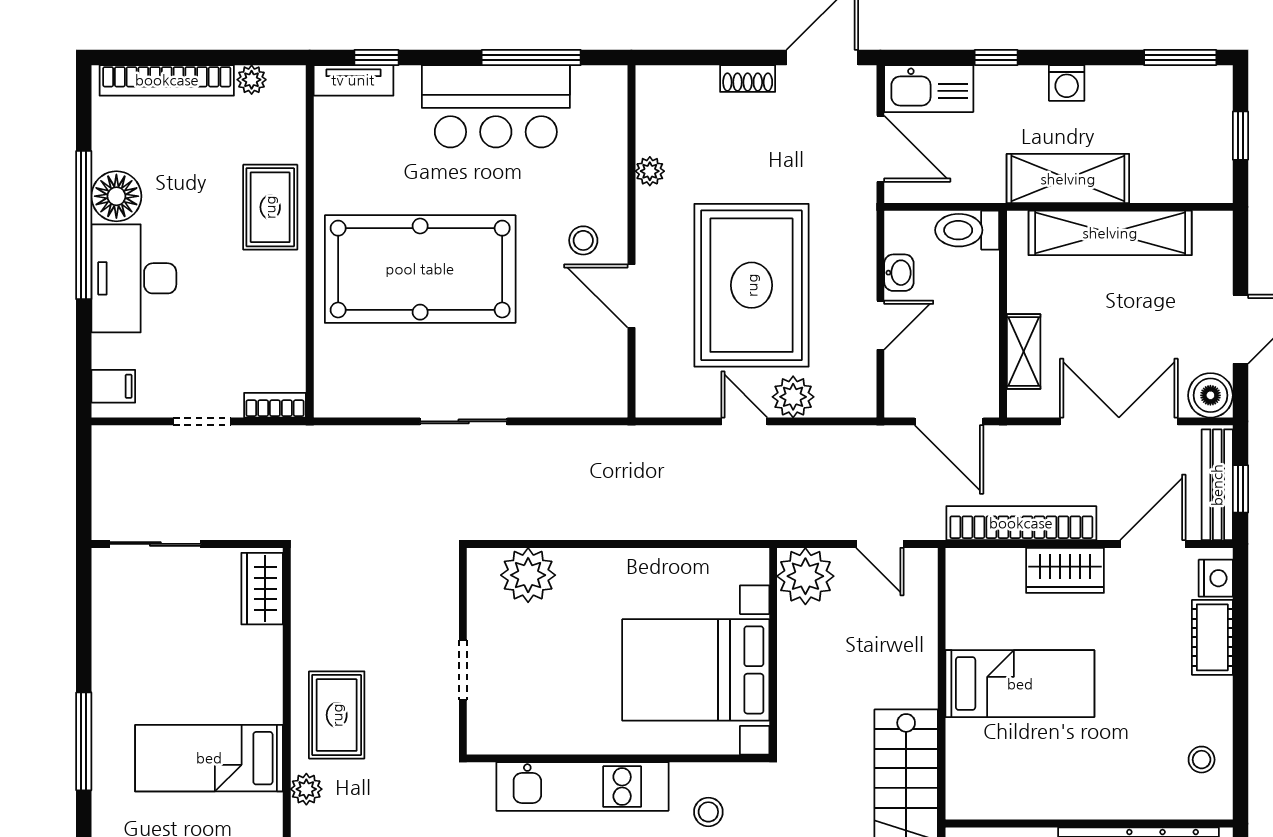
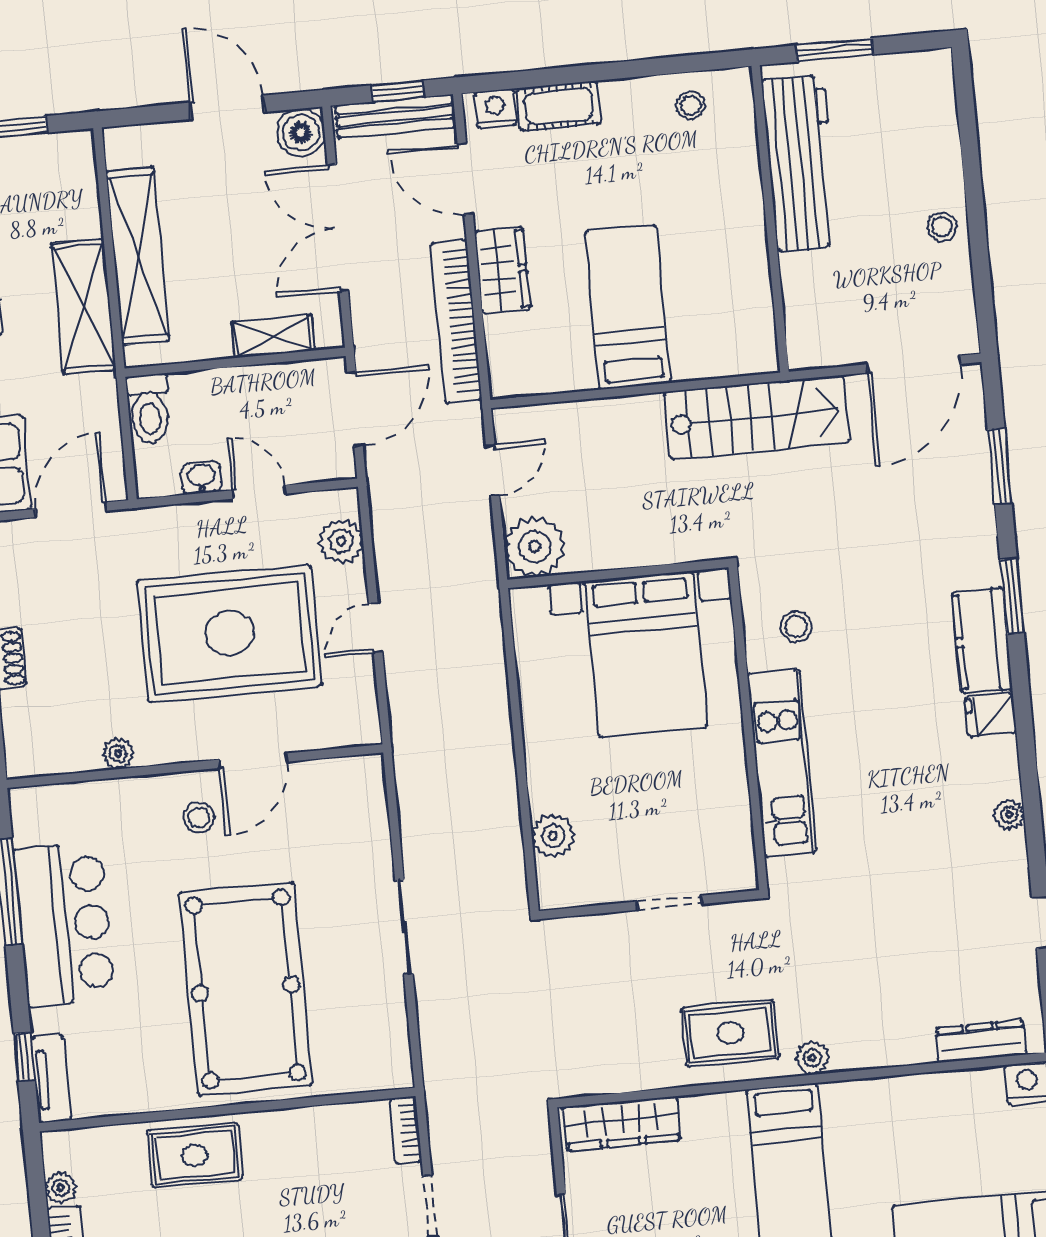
plant: (793, 397) -> (341, 541), moved
plant: (528, 575) -> (553, 836), width x0.73, depth x0.73
wardrobe: (262, 589) -> (622, 1124), width x1.50

